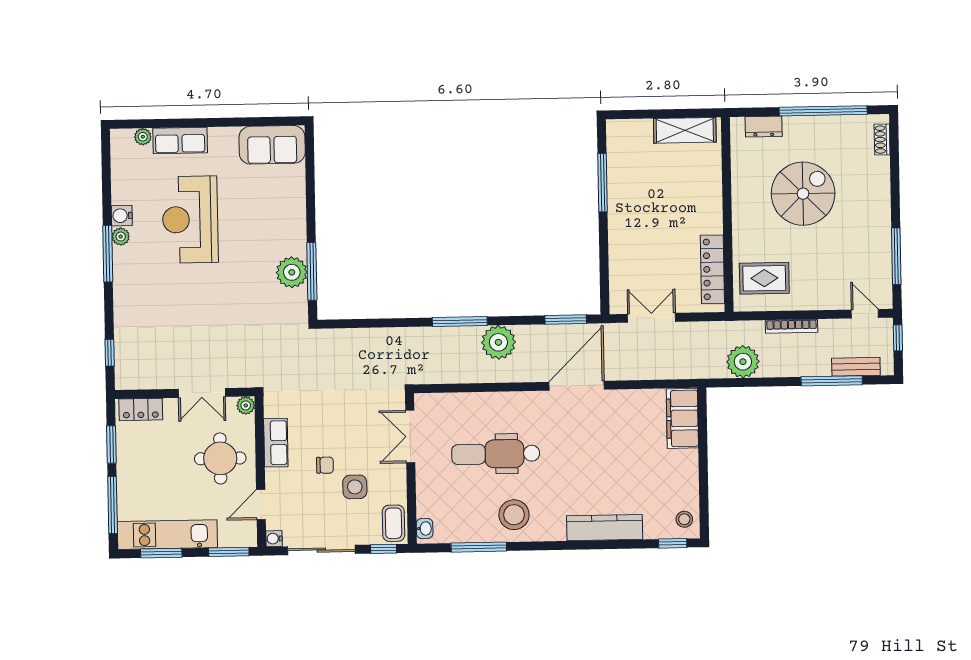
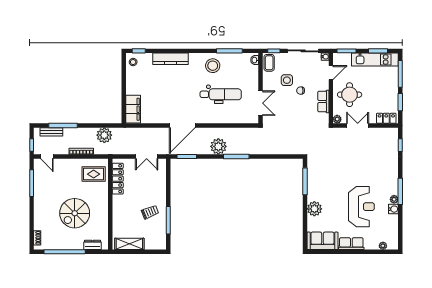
row of seats: (180, 140) -> (351, 244), moved
trolley: (642, 199) -> (150, 212), added
plant: (292, 272) -> (314, 209), moved

